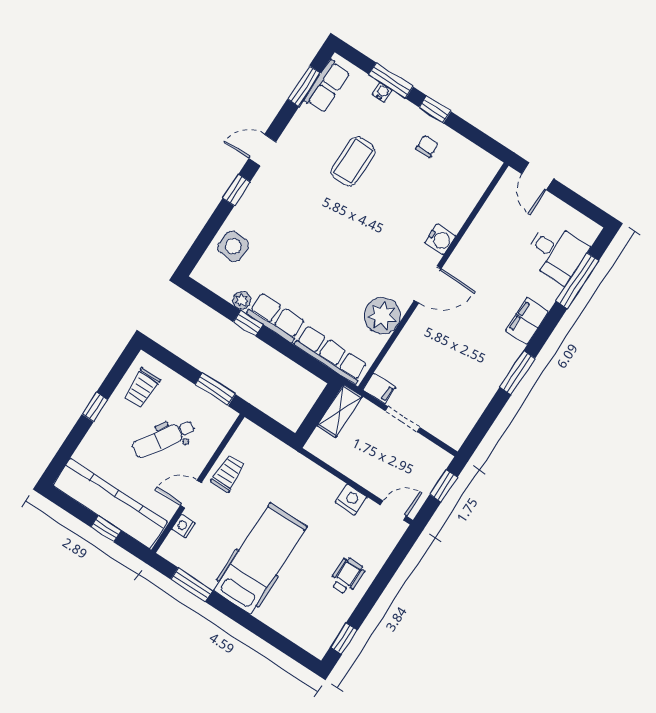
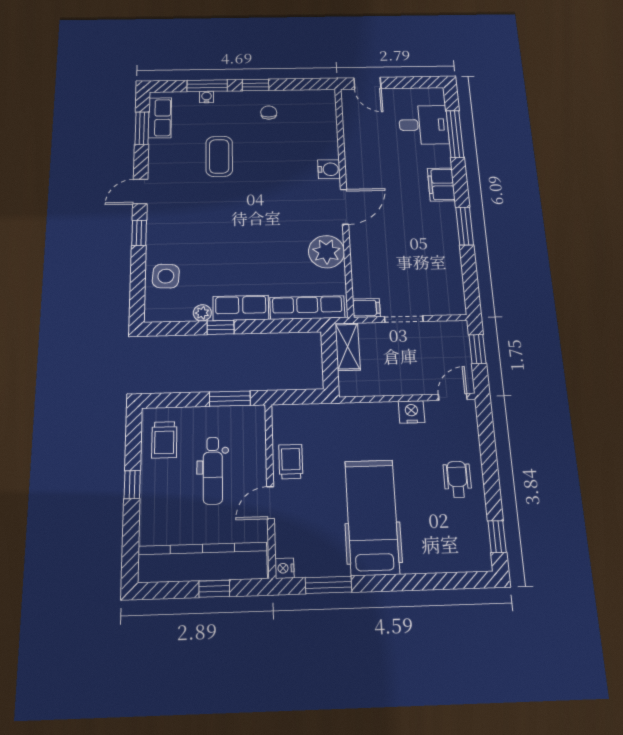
dental chair: (164, 439) -> (213, 471), turned -33
nightstand: (183, 526) -> (284, 568), moved

